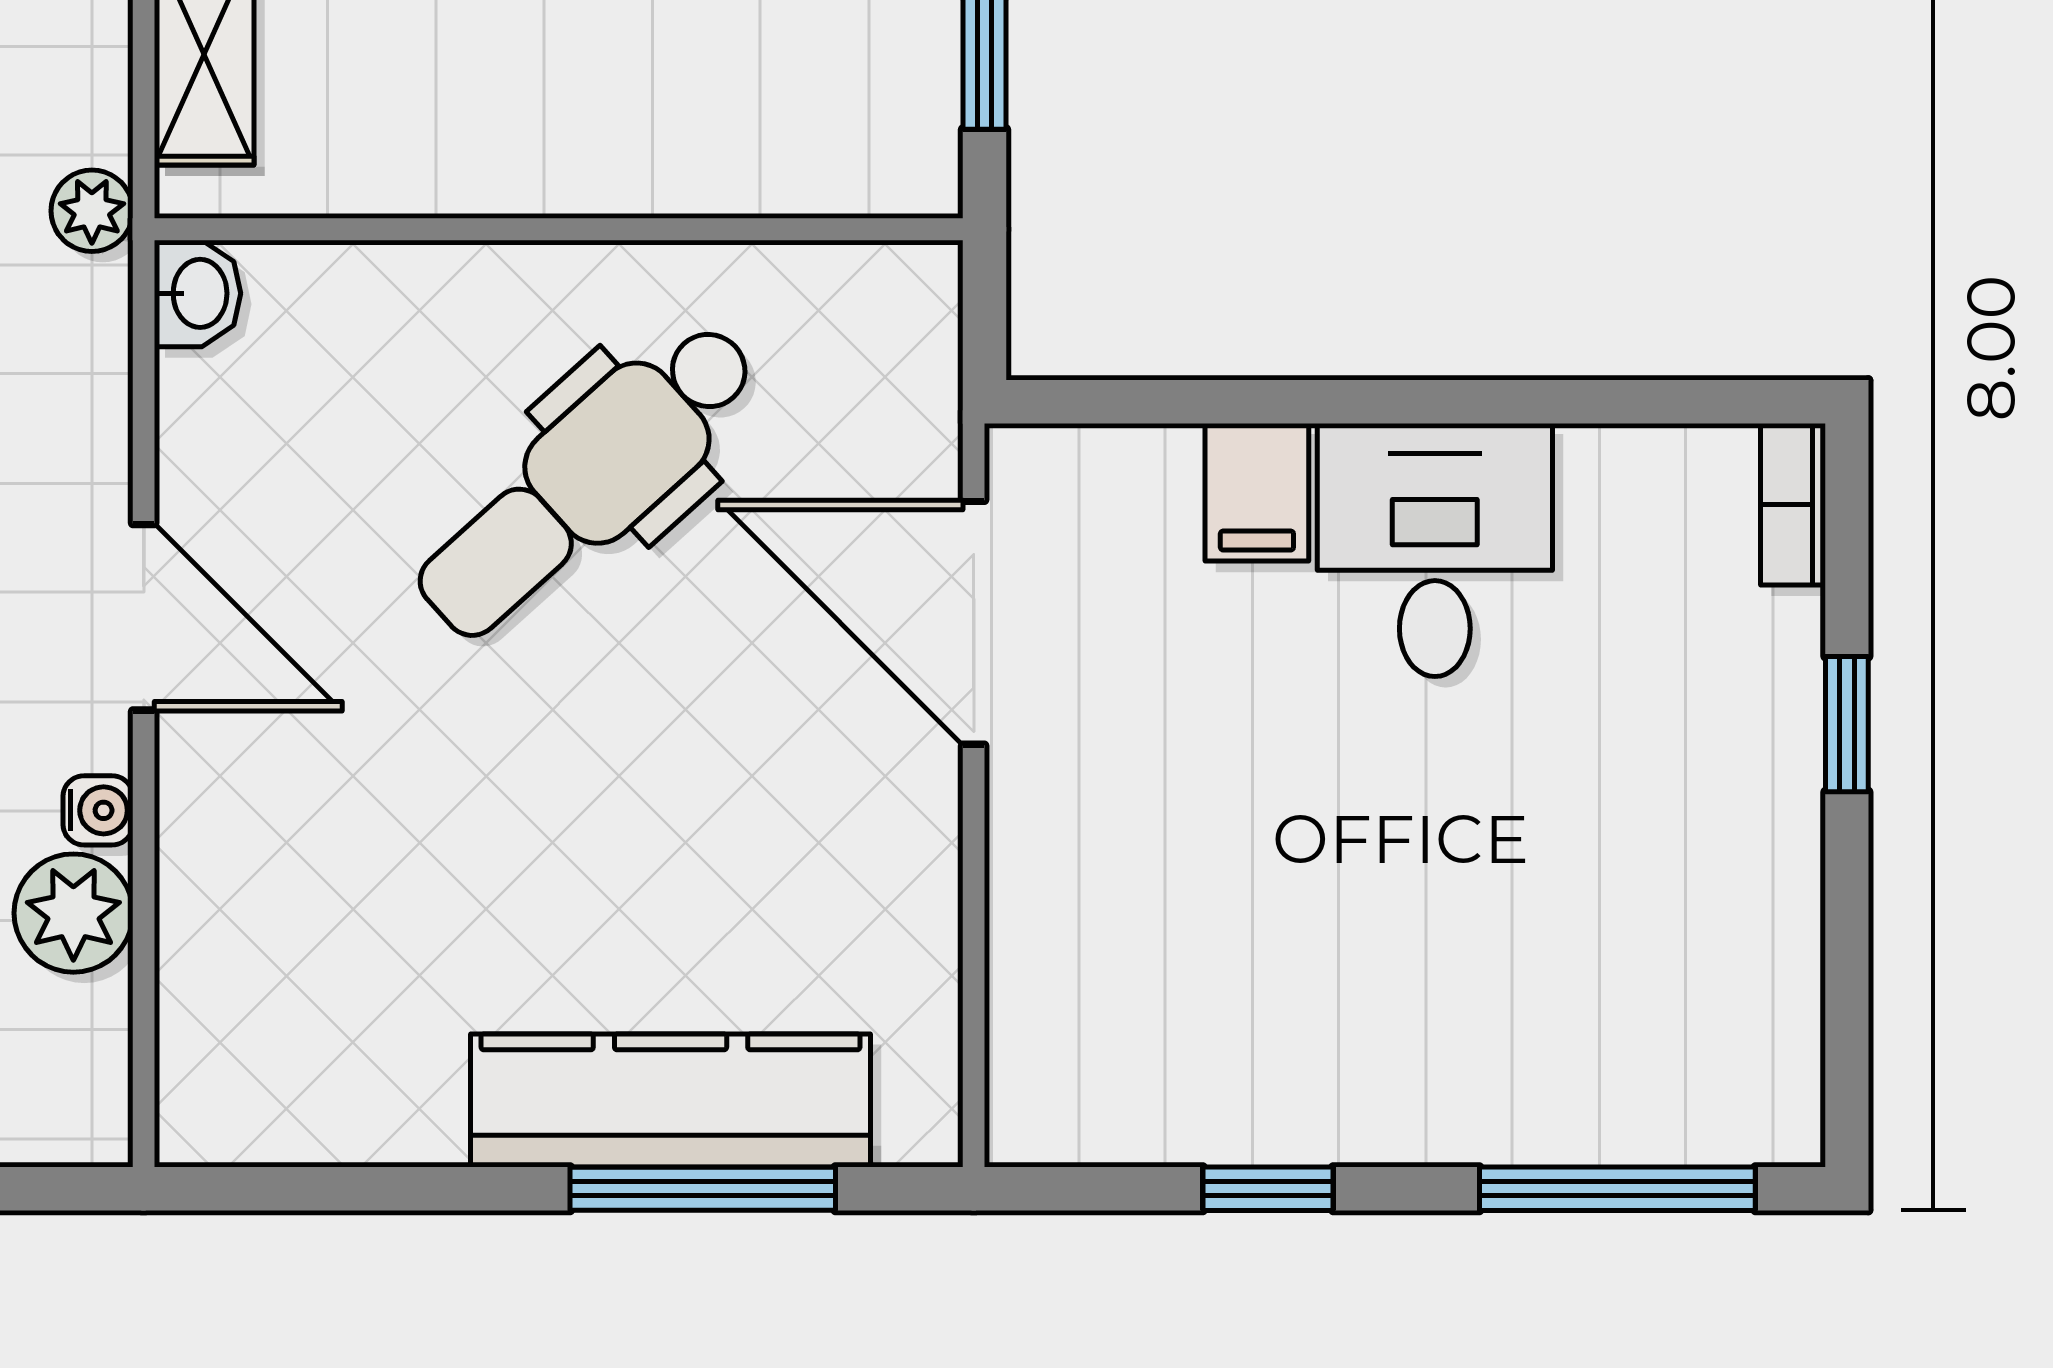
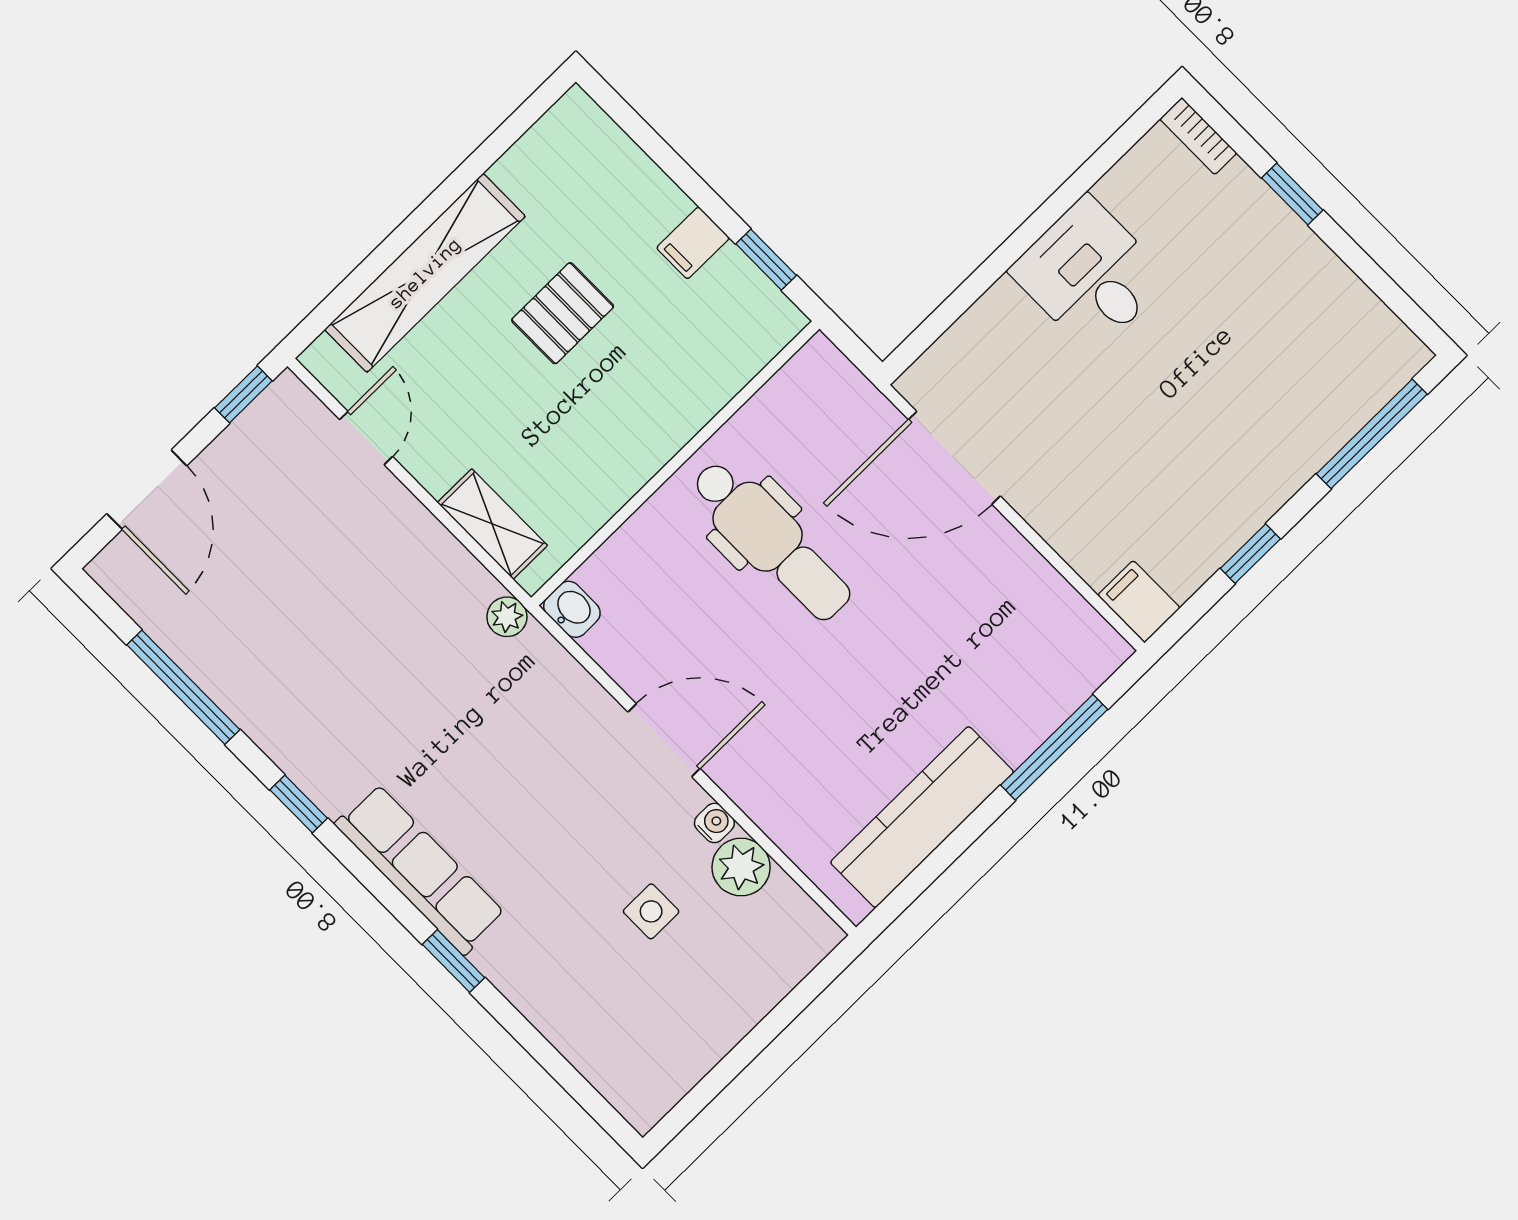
dental chair: (587, 480) -> (771, 540), turned -48
filing cabinet: (1257, 492) -> (1139, 602), moved, turned 180
kitchen counter: (671, 1101) -> (922, 817), moved

